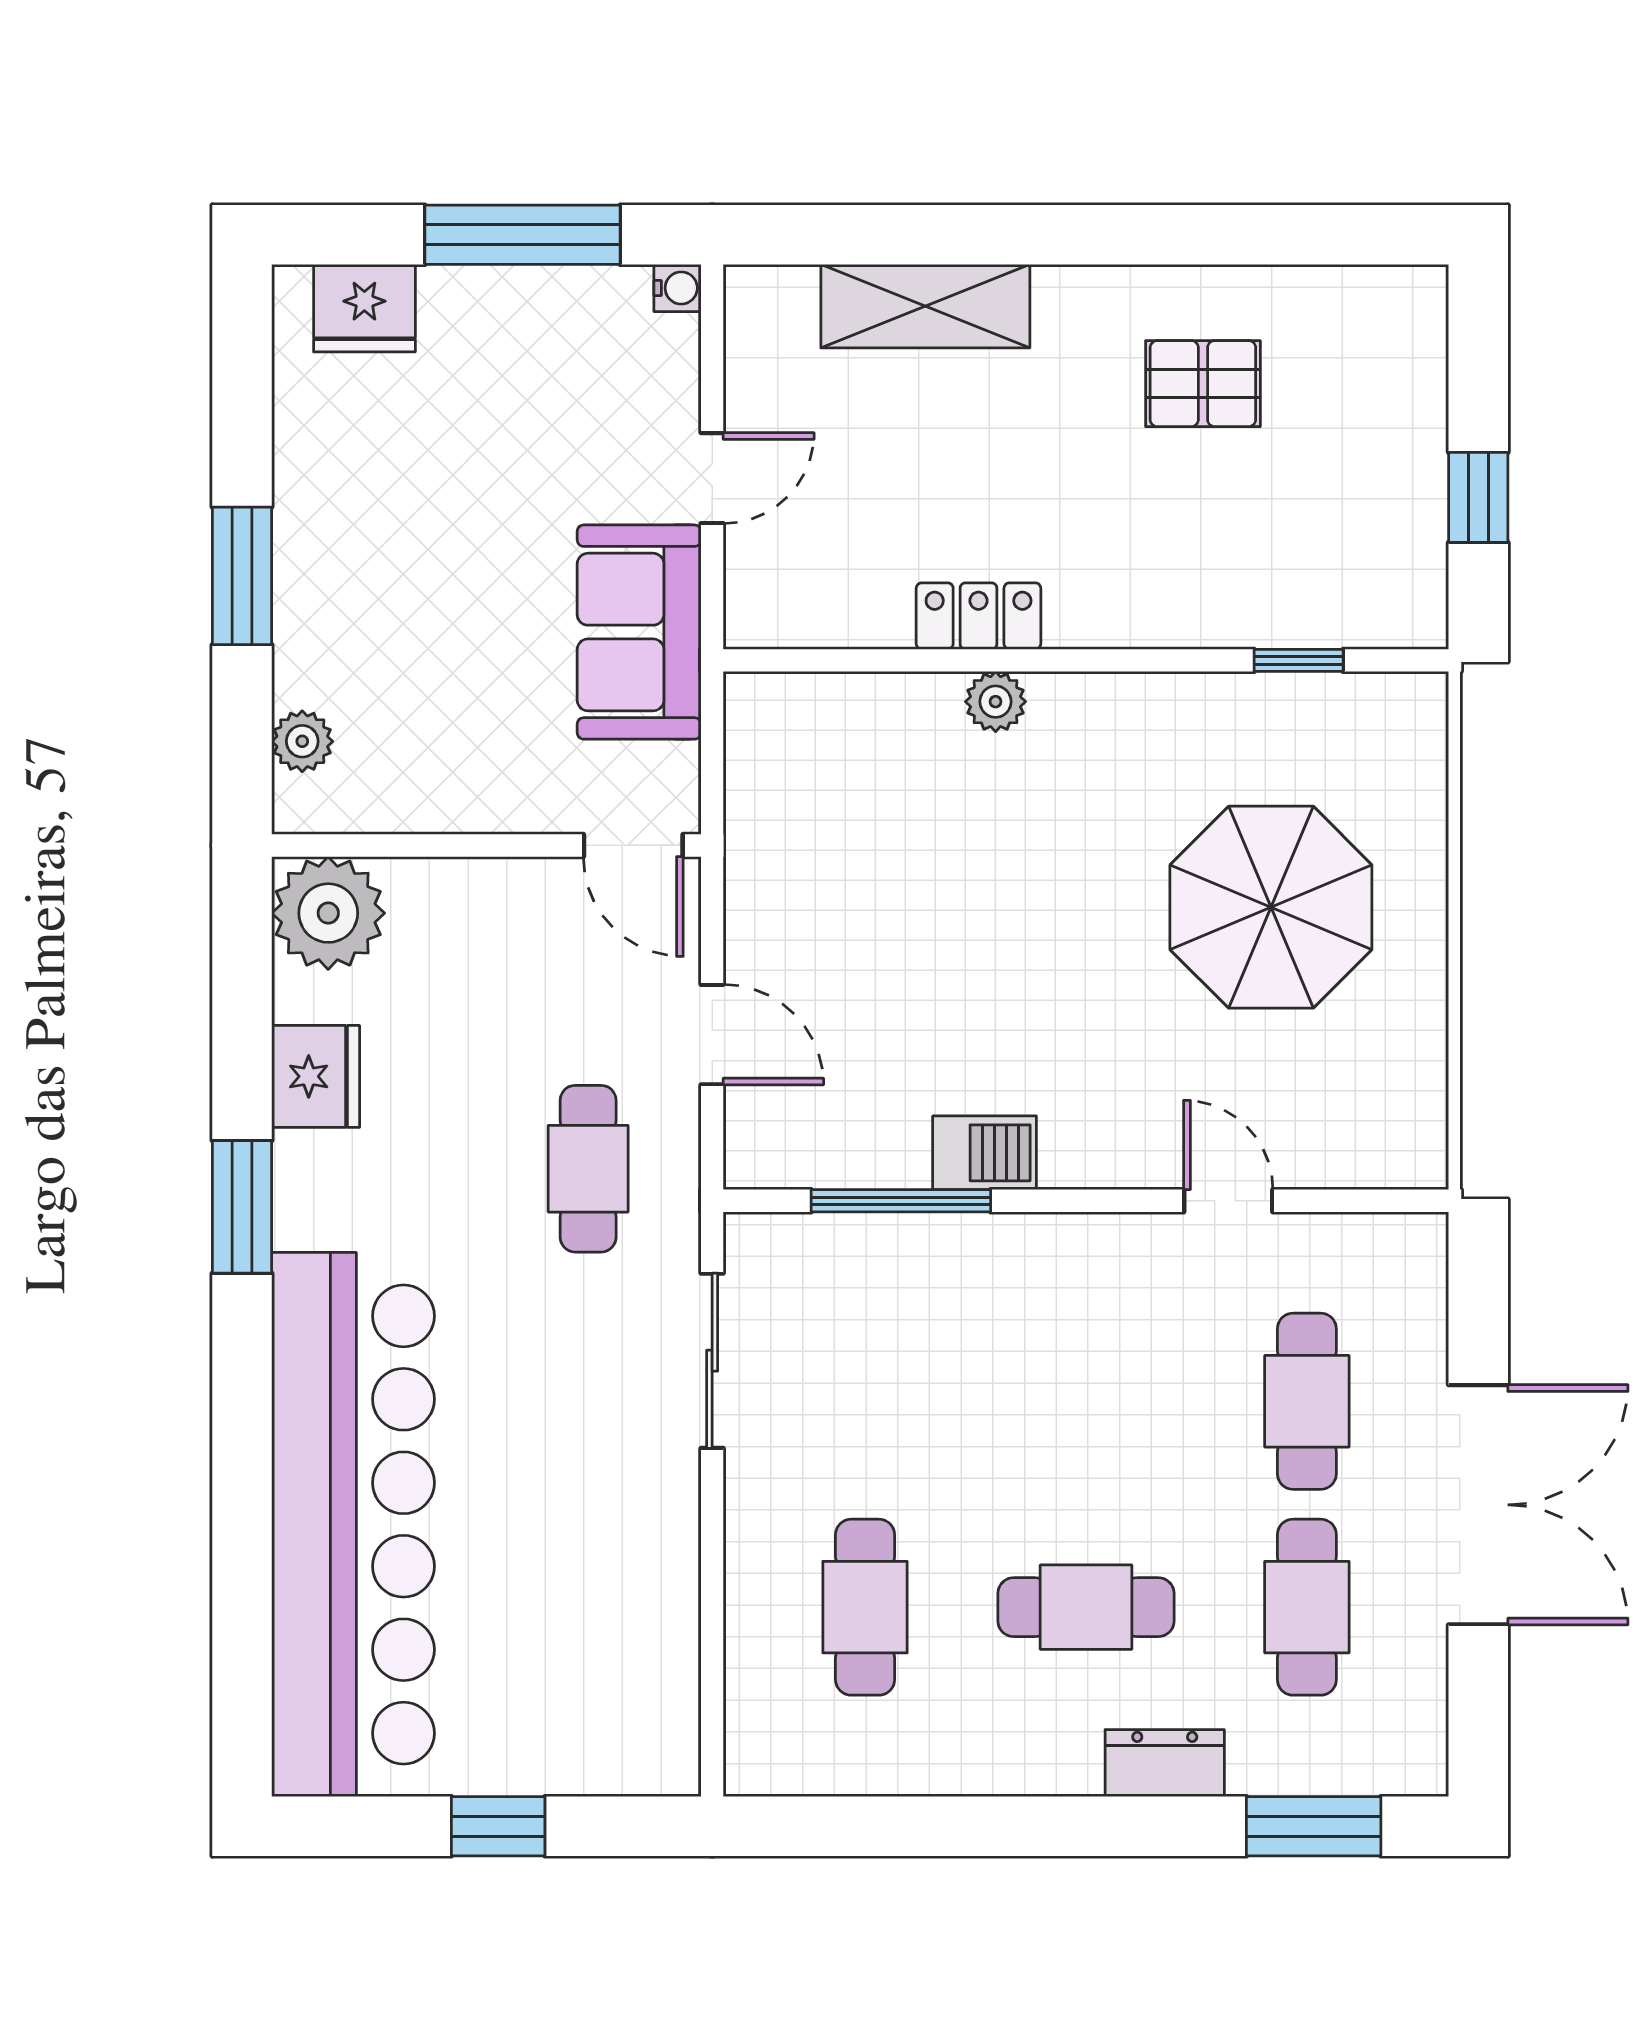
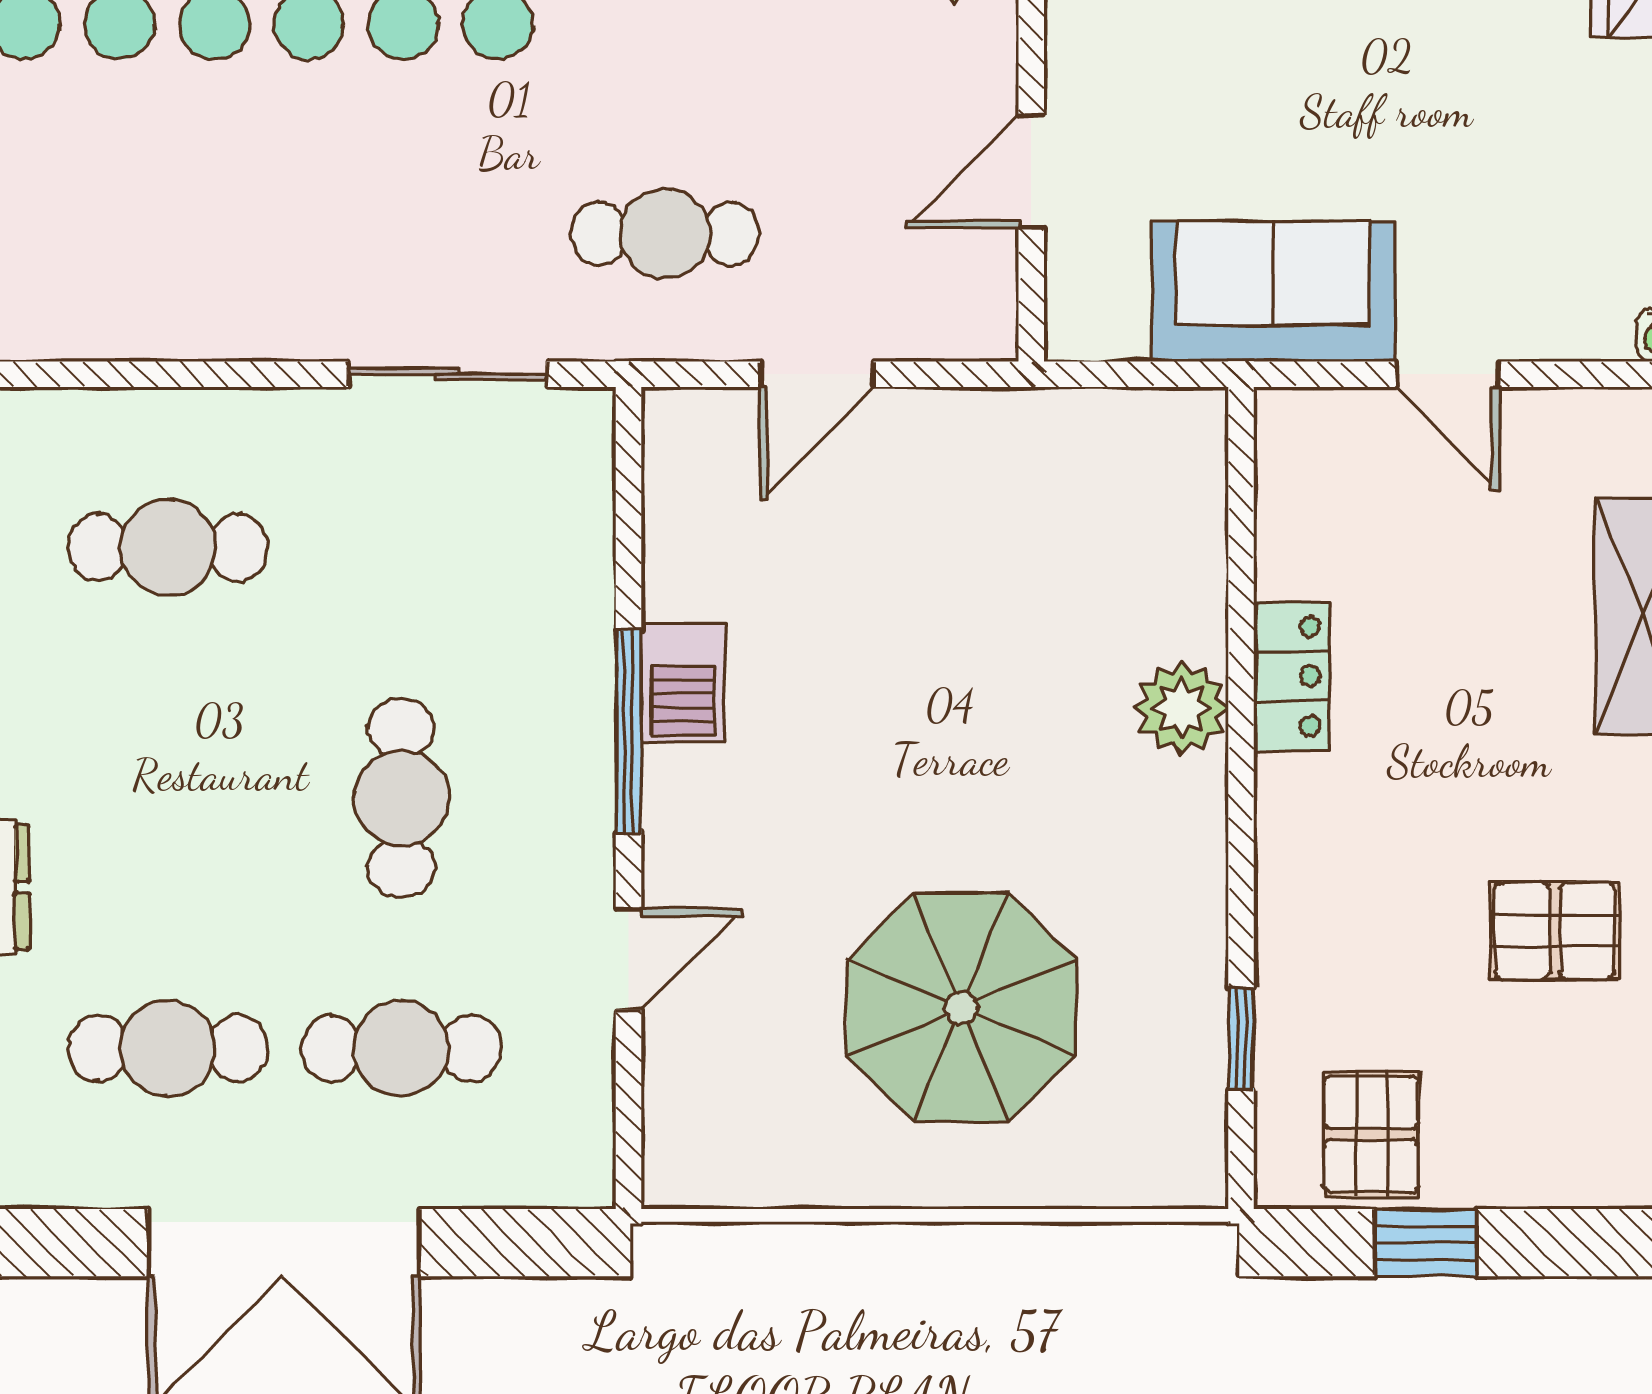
pallet: (1203, 384) -> (1555, 931), turned 90
pallet: (1383, 546) -> (1371, 1134), added
plant: (996, 702) -> (1181, 708), width x1.38, depth x1.38
door: (633, 845) -> (1031, 171), moved
window: (901, 1201) -> (629, 732), moved
cafe table: (1086, 1607) -> (401, 798), moved

